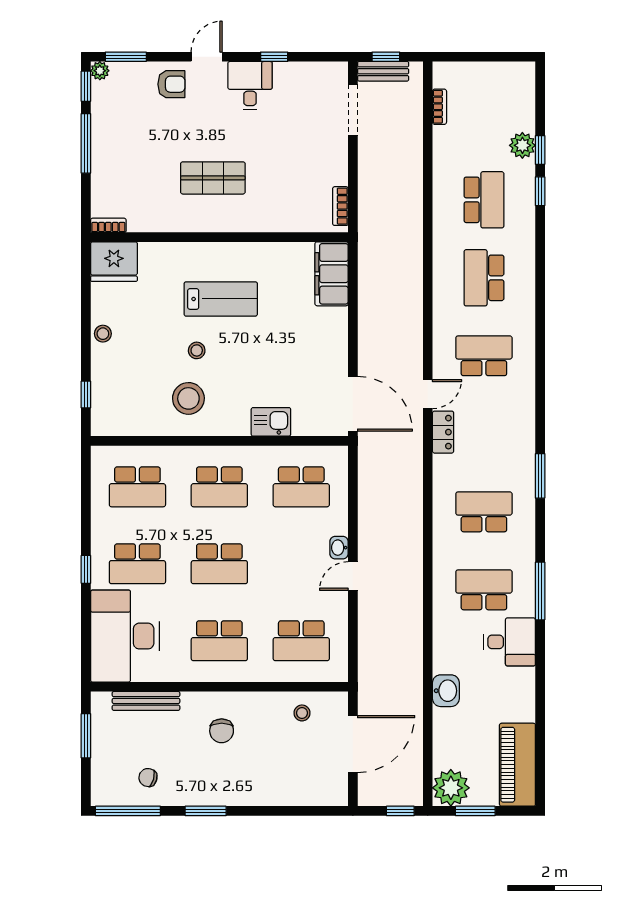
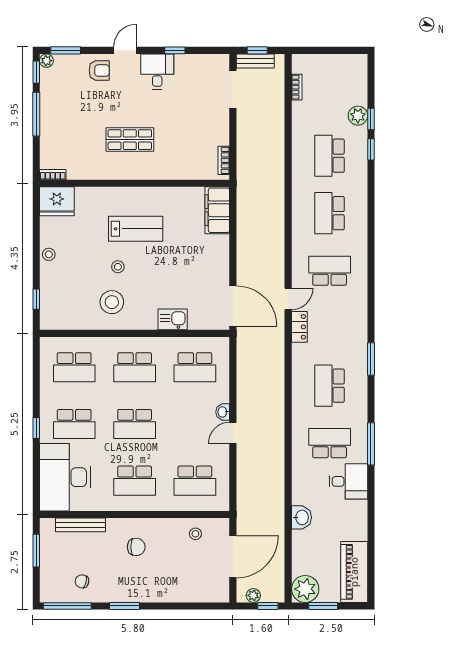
school desk: (484, 200) -> (330, 156), turned 180
school desk: (484, 512) -> (330, 386), turned -90
chair: (222, 731) -> (136, 547), turned -90
plant: (380, 797) -> (253, 595), added

